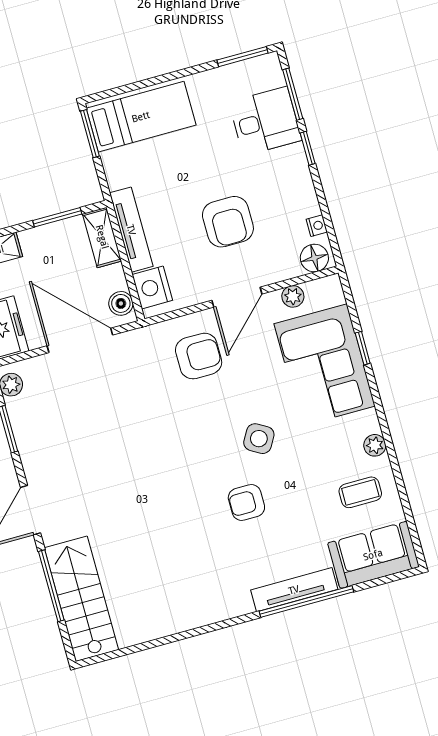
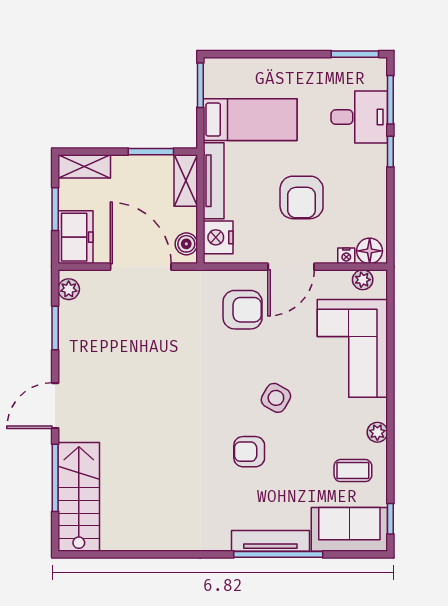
bed: (141, 117) -> (250, 120), moved
nightstand: (317, 226) -> (346, 256), moved, turned 90
plant: (293, 296) -> (363, 280), moved
window: (363, 348) -> (390, 519), moved

